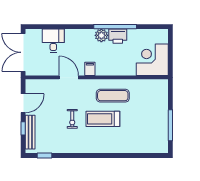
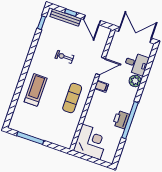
plant: (101, 35) -> (135, 81), moved
treadmill: (103, 119) -> (36, 90), moved

